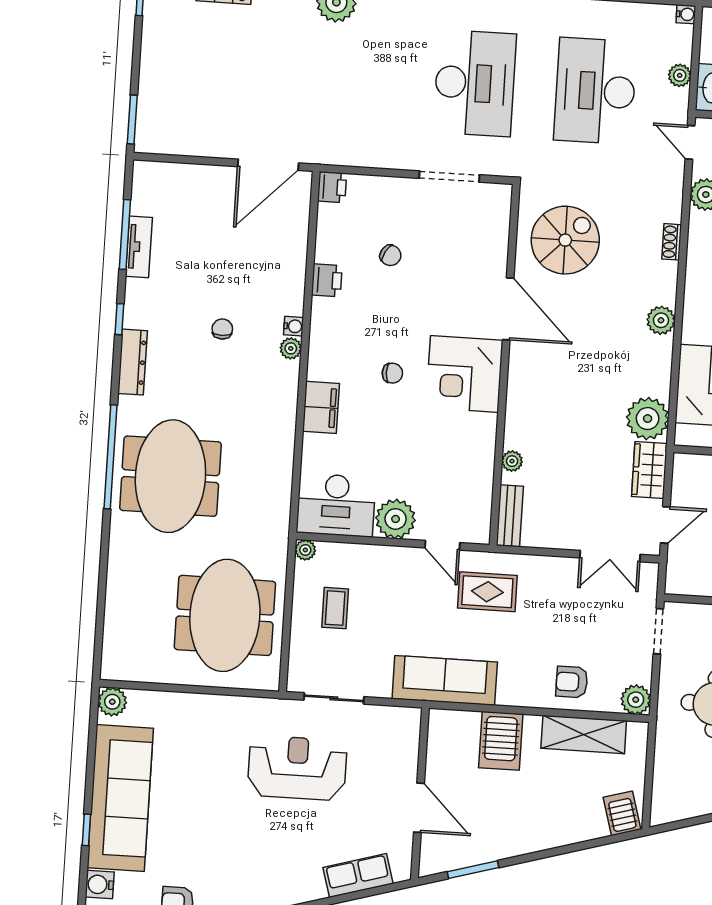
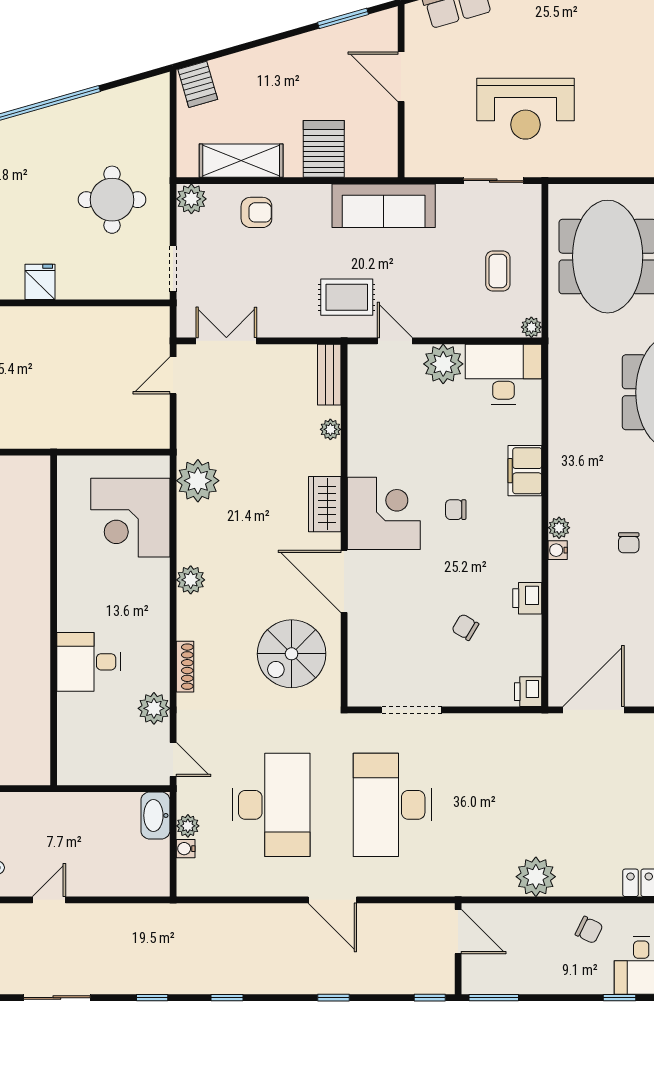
water cooler: (686, 14) -> (186, 849), moved
shoe rack: (672, 242) -> (185, 667), width x1.43
wardrobe: (649, 470) -> (325, 504), moved, turned 180

